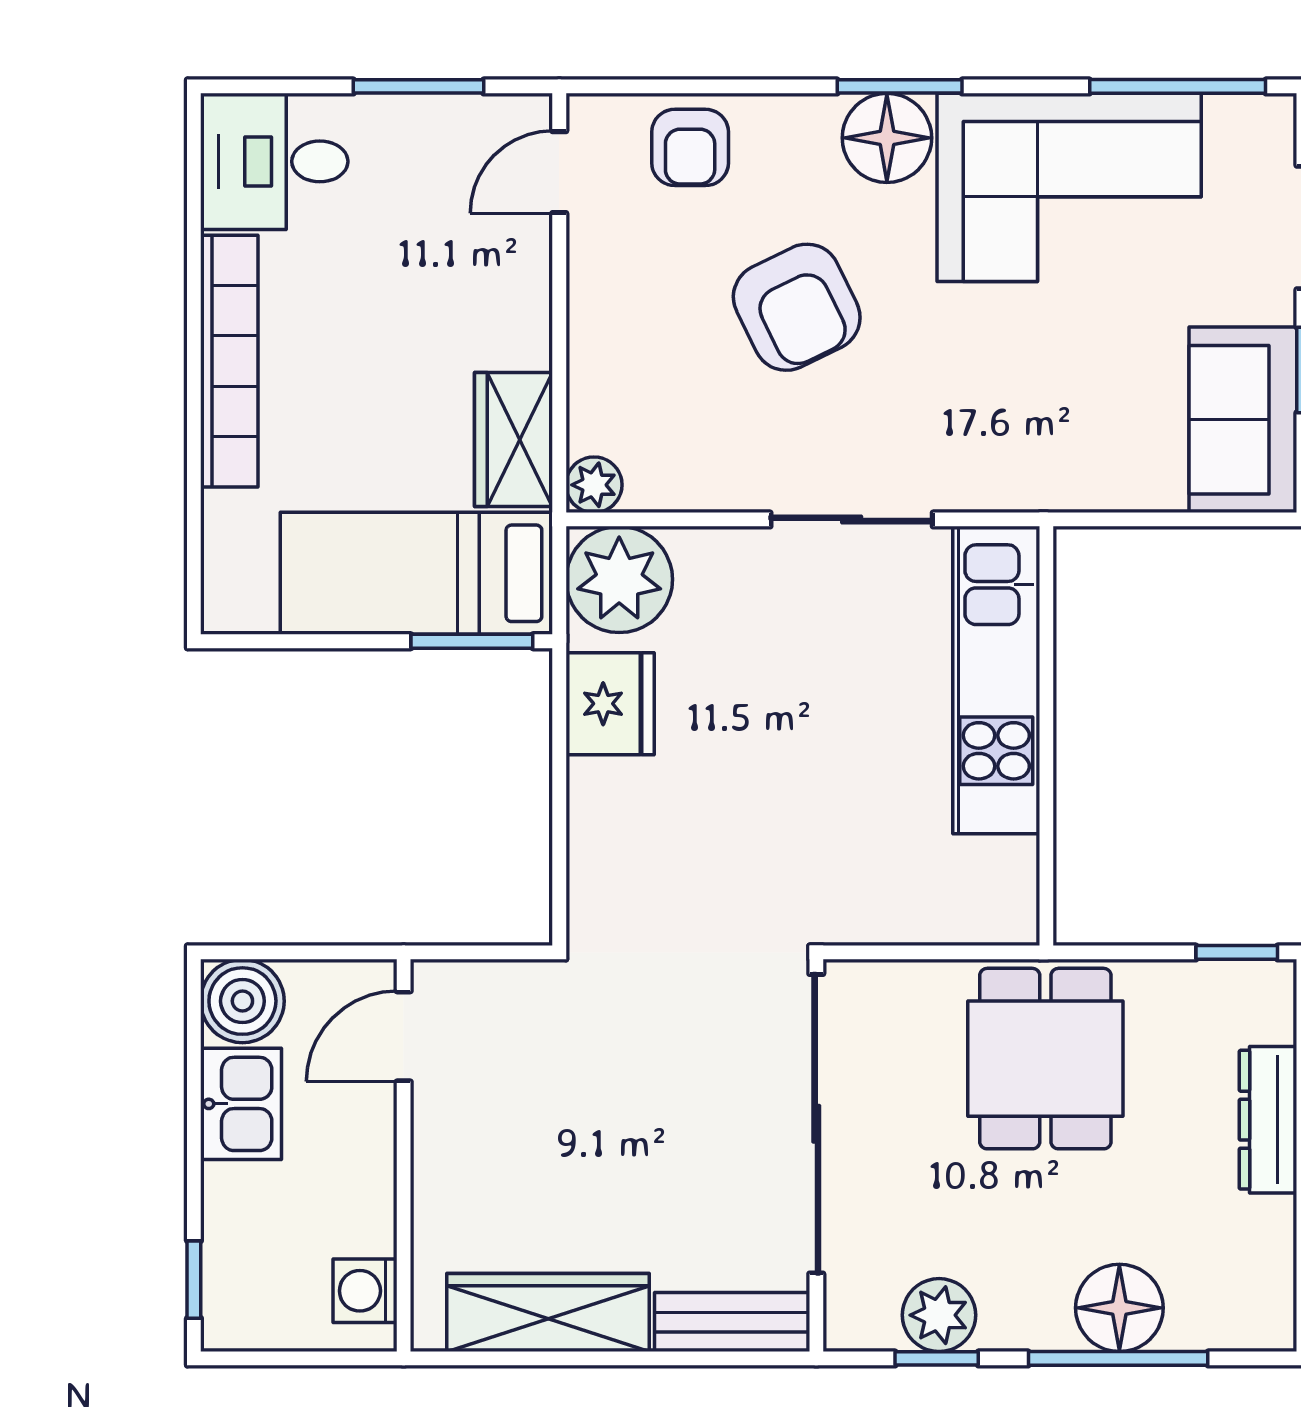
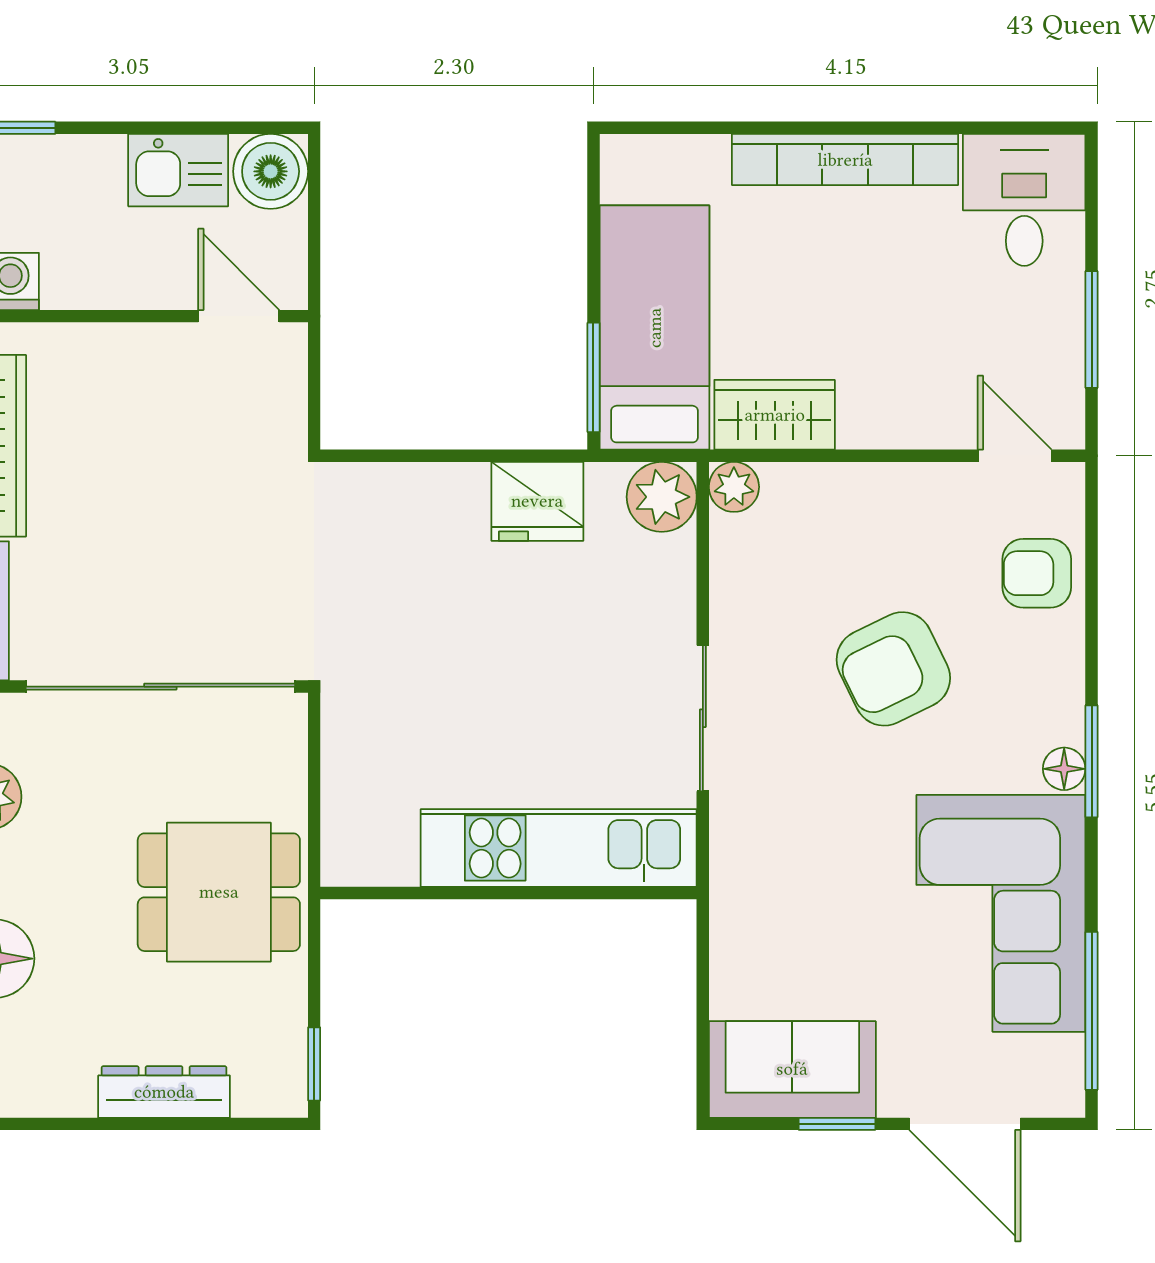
floor lamp: (887, 138) -> (1064, 769), width x0.53, depth x0.53
plant: (619, 579) -> (662, 497), width x0.73, depth x0.73

